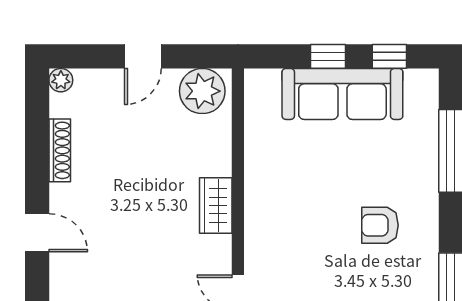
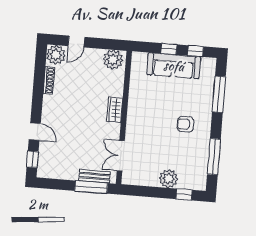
door: (143, 56) -> (76, 41), moved
plant: (61, 80) -> (56, 55), width x1.88, depth x1.88
door: (37, 233) -> (35, 132), moved

